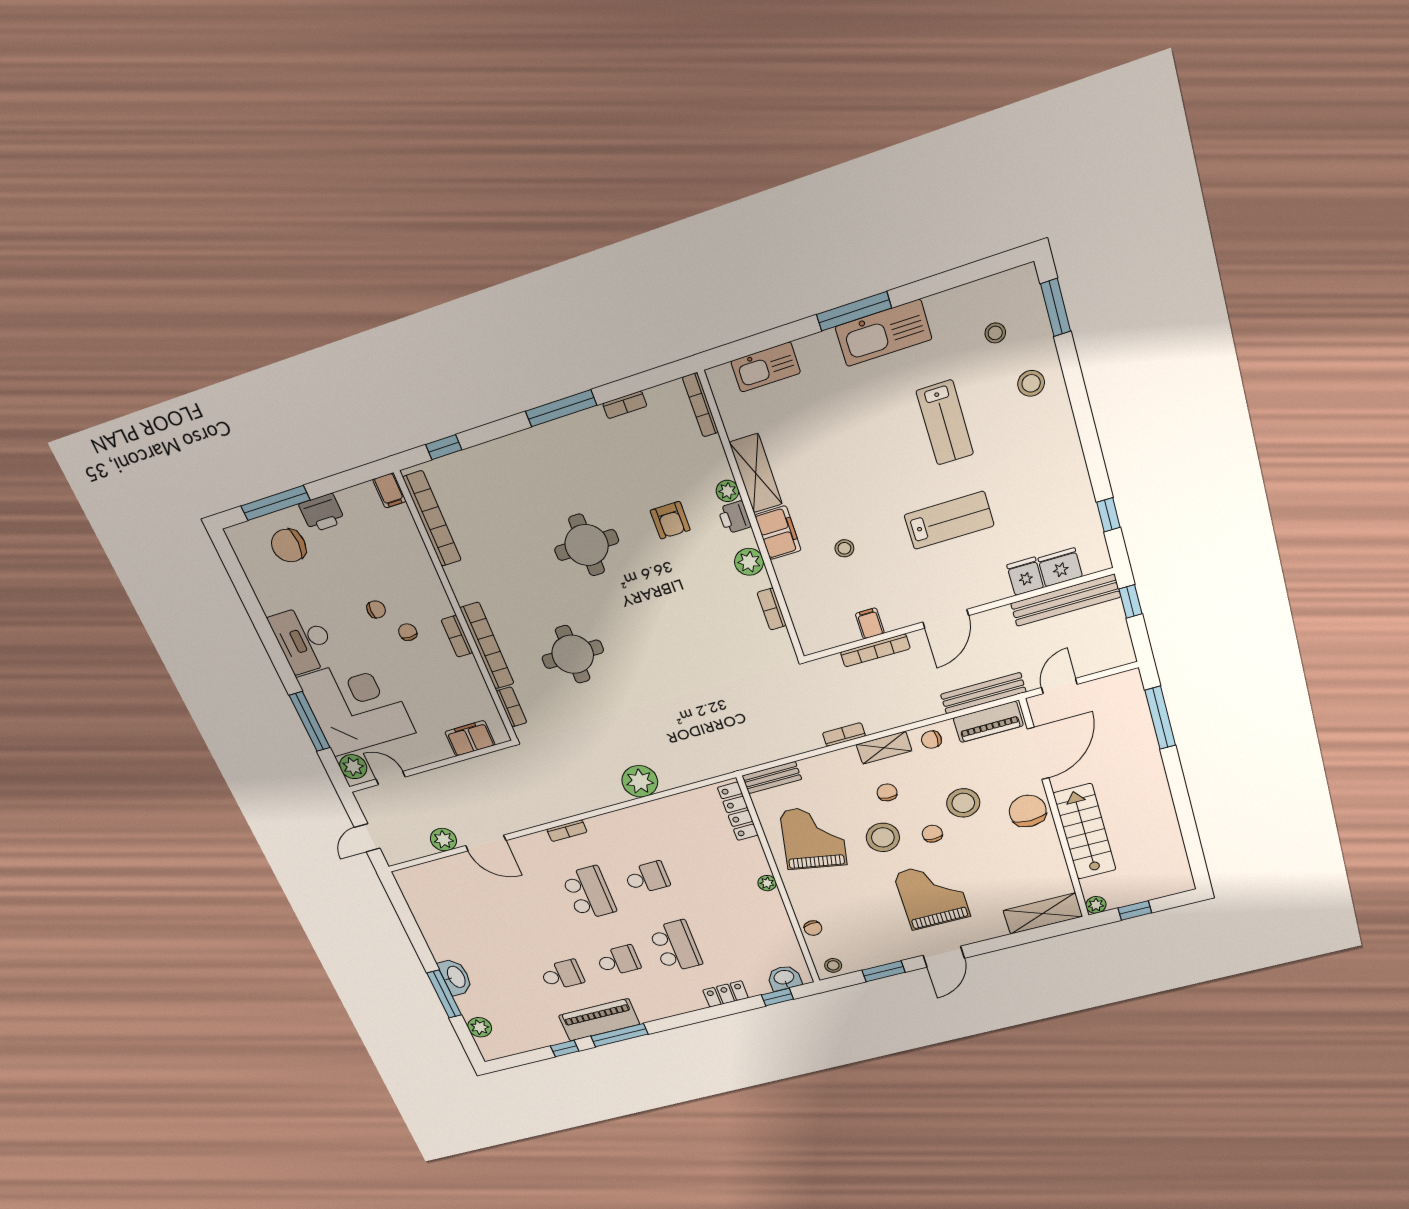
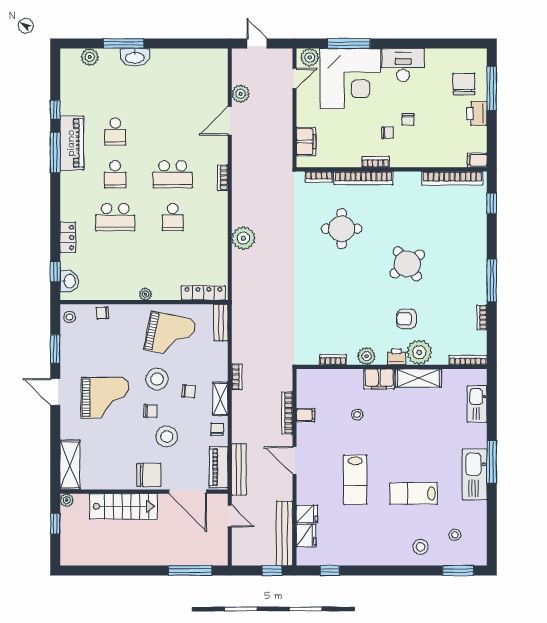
plant: (727, 491) -> (419, 352), width x1.88, depth x1.88
round table: (587, 545) -> (407, 264), turned -37

